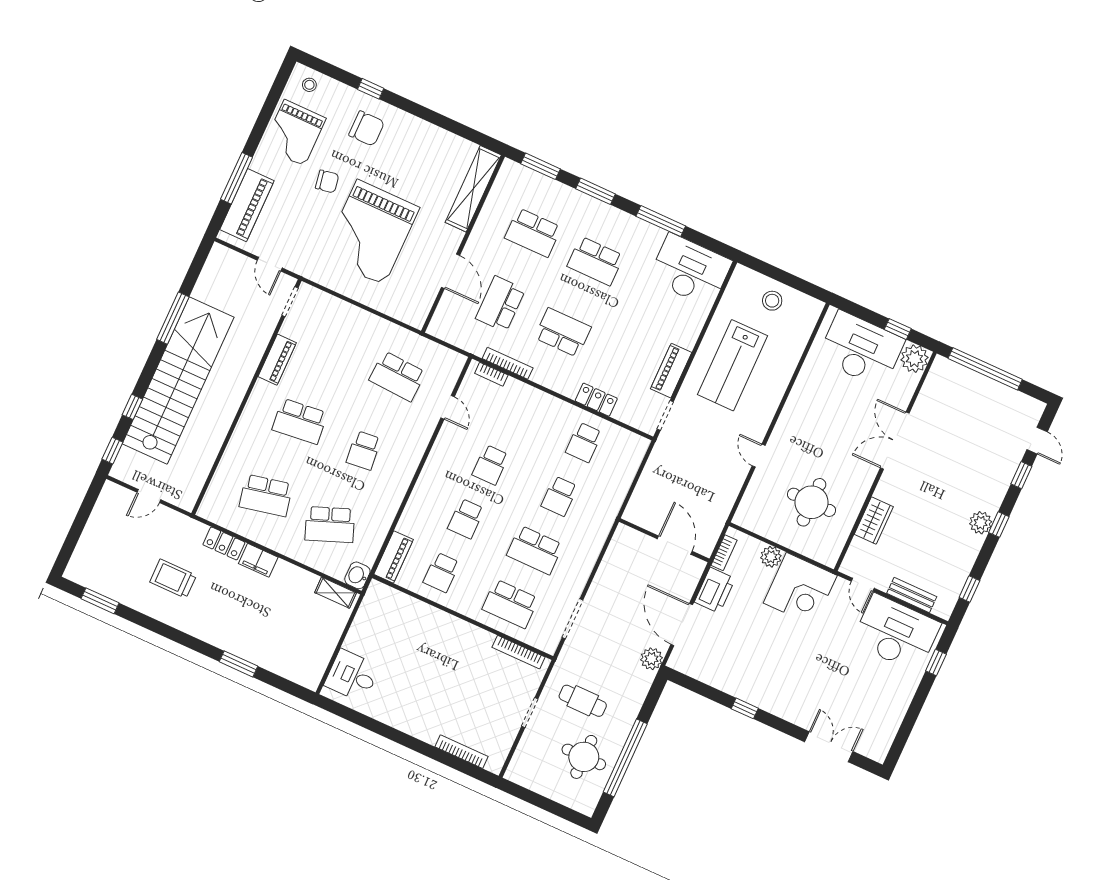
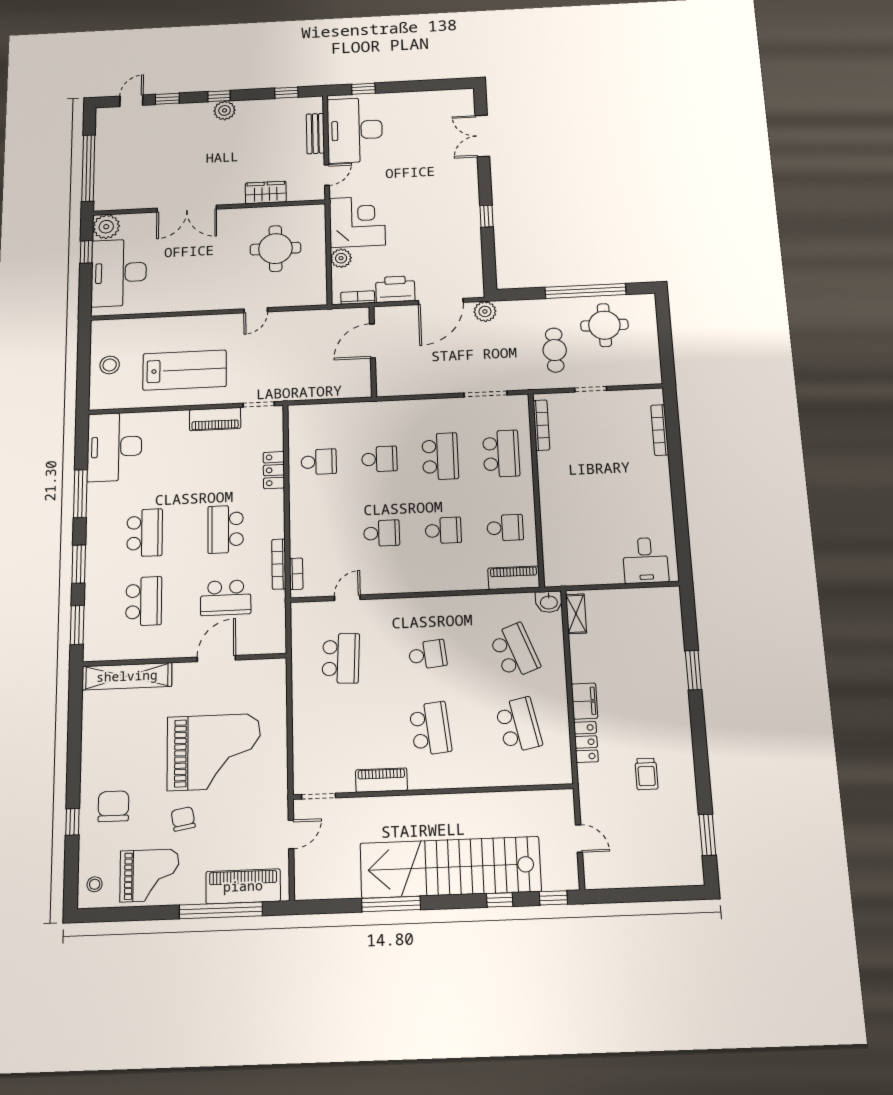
window: (237, 178) -> (221, 910), width x1.46
trolley: (173, 579) -> (646, 774), width x0.73, depth x0.72

